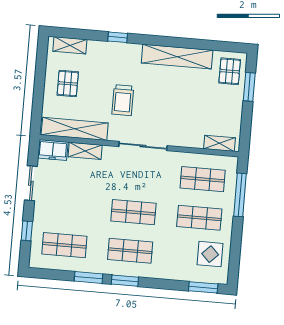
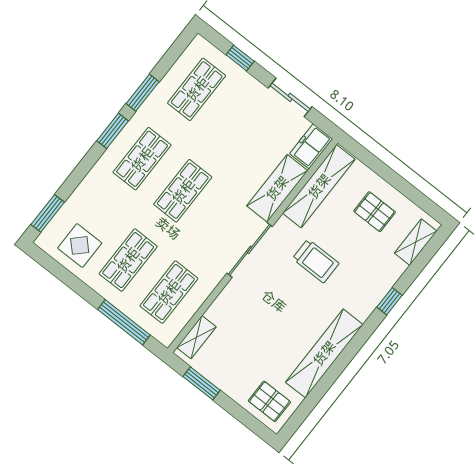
window: (249, 87) -> (202, 383), moved
trolley: (123, 100) -> (316, 261), turned 180
shelving: (85, 151) -> (277, 188), width x1.50, depth x1.33

